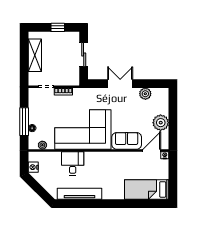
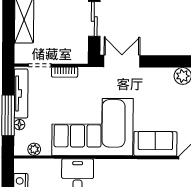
double door: (120, 84) -> (122, 61), moved
tv unit: (33, 106) -> (21, 93), added

